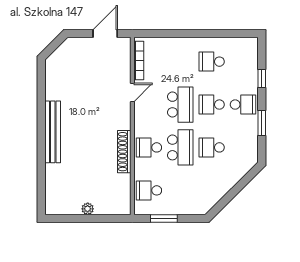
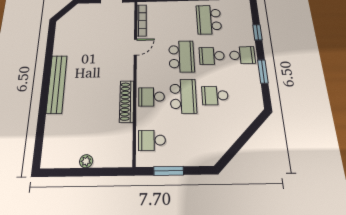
school desk: (212, 62) -> (209, 20), width x1.85

